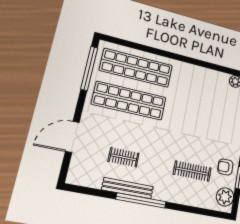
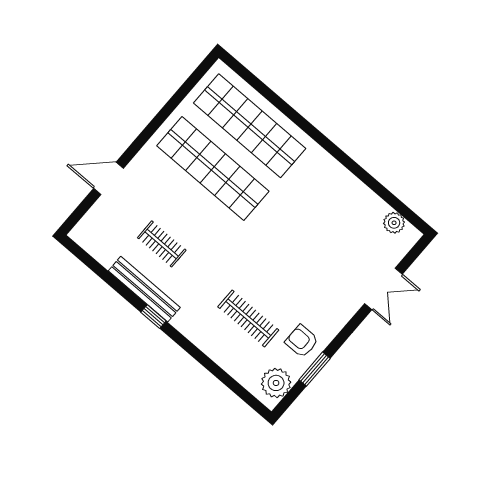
window: (89, 68) -> (182, 93), removed
door: (72, 137) -> (108, 178), width x0.73
window: (141, 200) -> (153, 317), width x0.32

